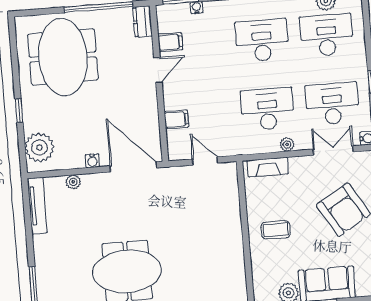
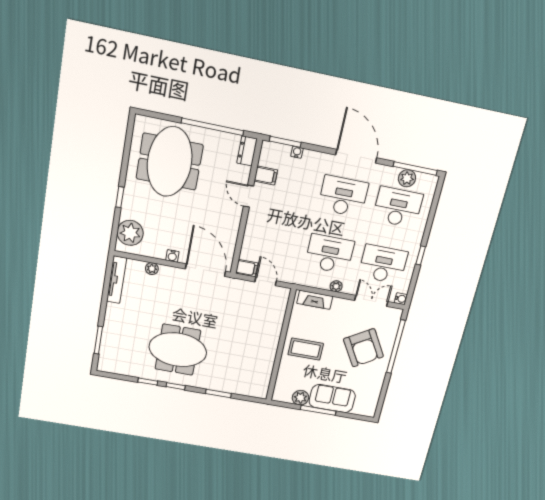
door: (158, 70) -> (248, 196), swing flipped
filing cabinet: (176, 119) -> (247, 268), moved
coffee table: (276, 230) -> (306, 349), width x1.36, depth x1.30

